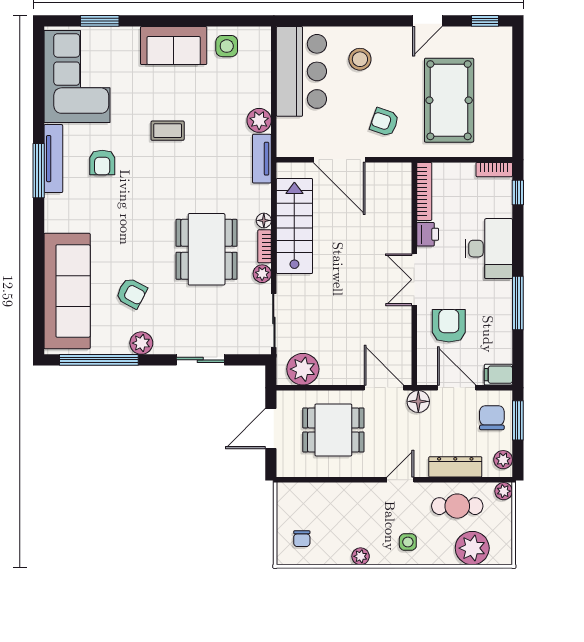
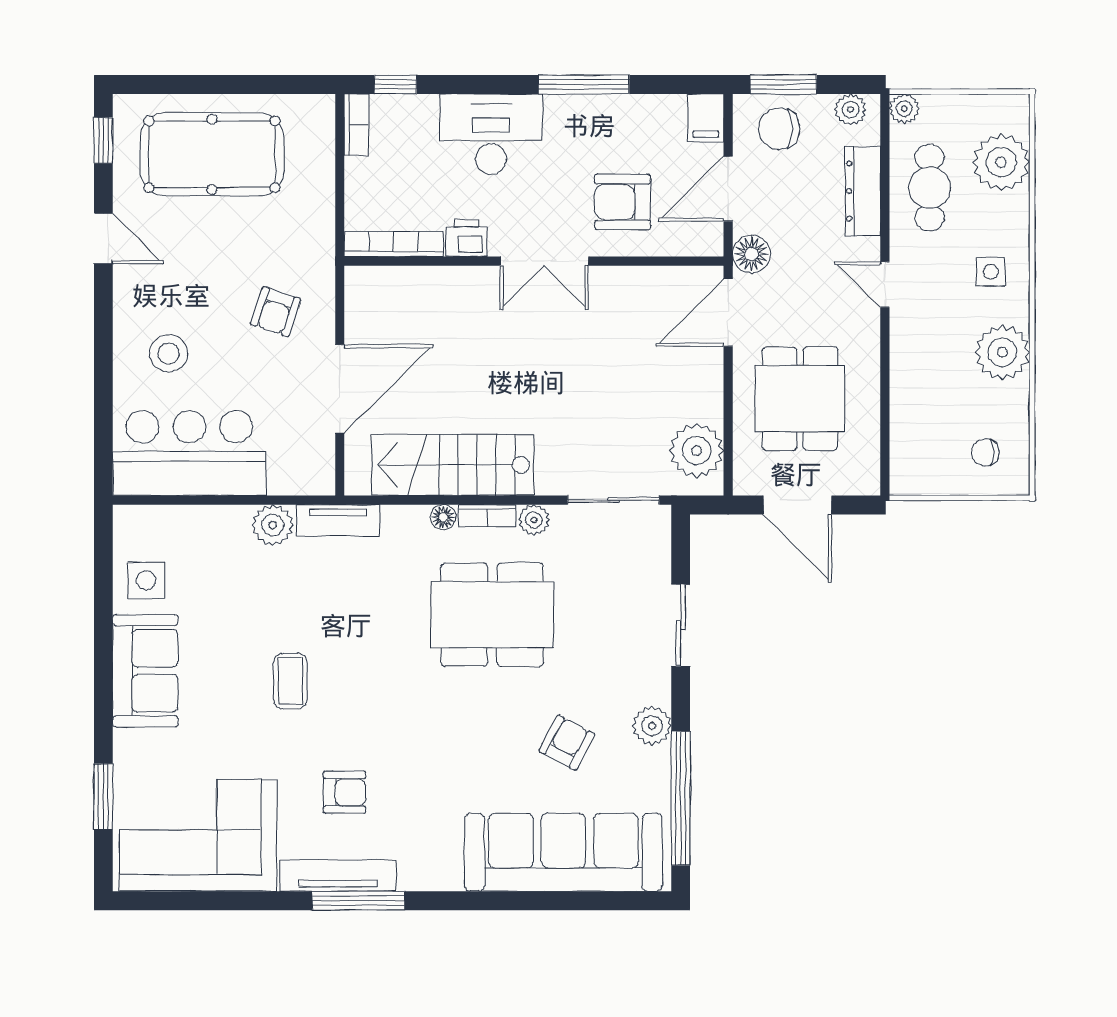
pool table: (449, 100) -> (212, 154), moved
chair: (302, 539) -> (985, 452), turned 180
plant: (361, 556) -> (1002, 352), width x1.87, depth x1.87

